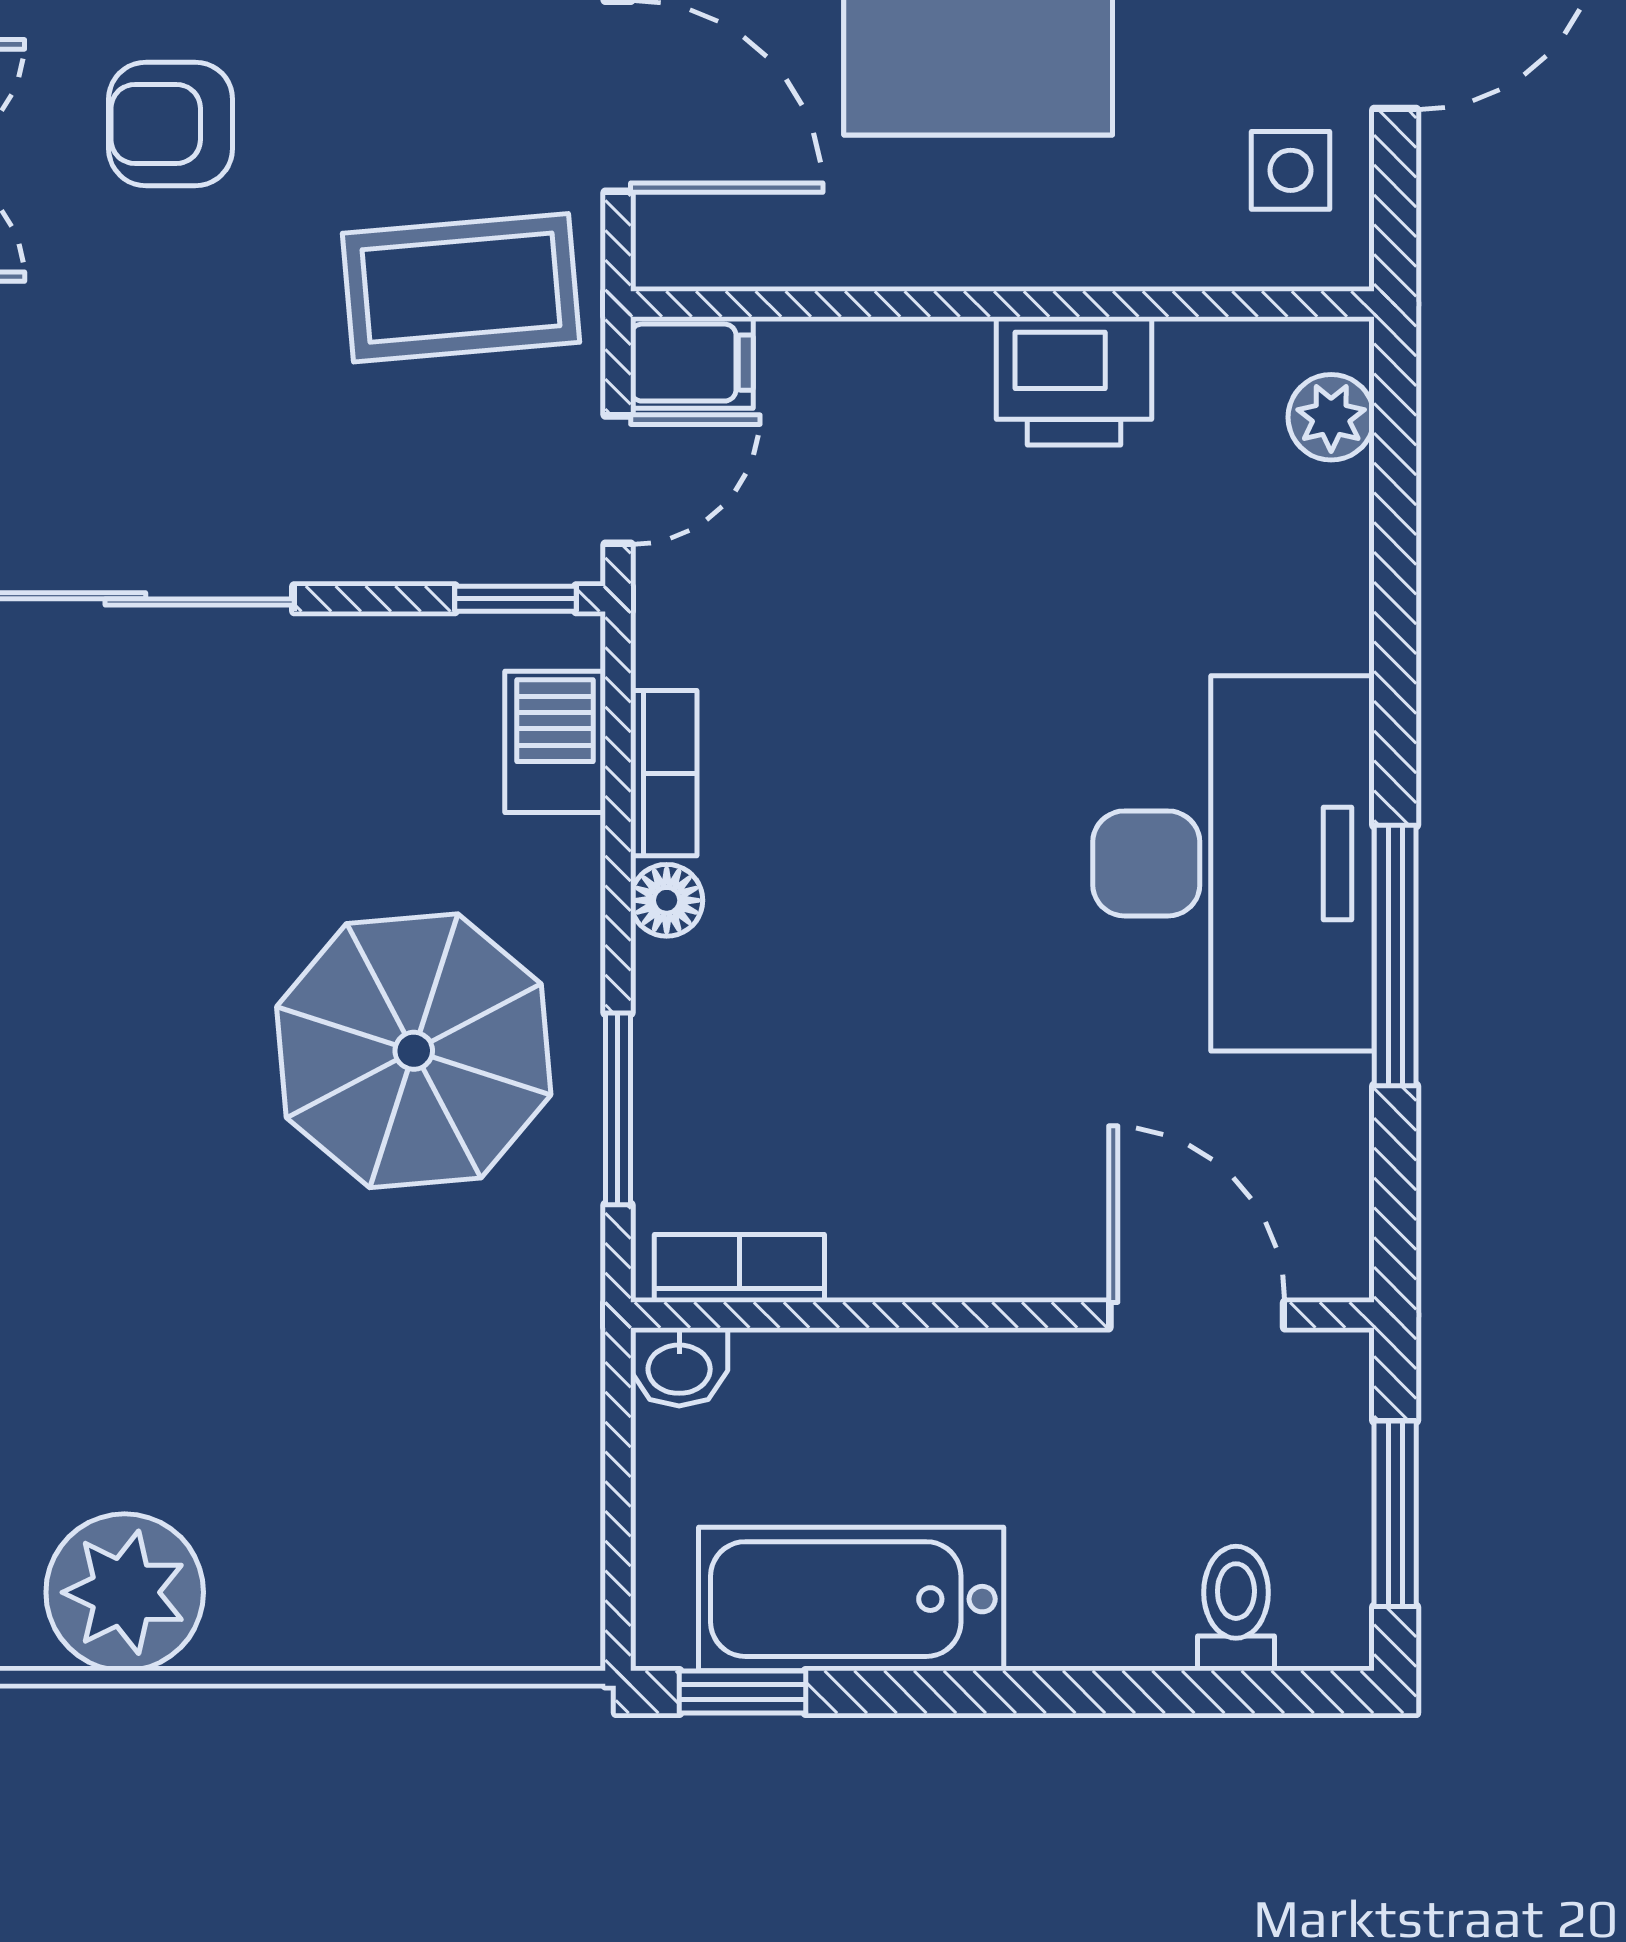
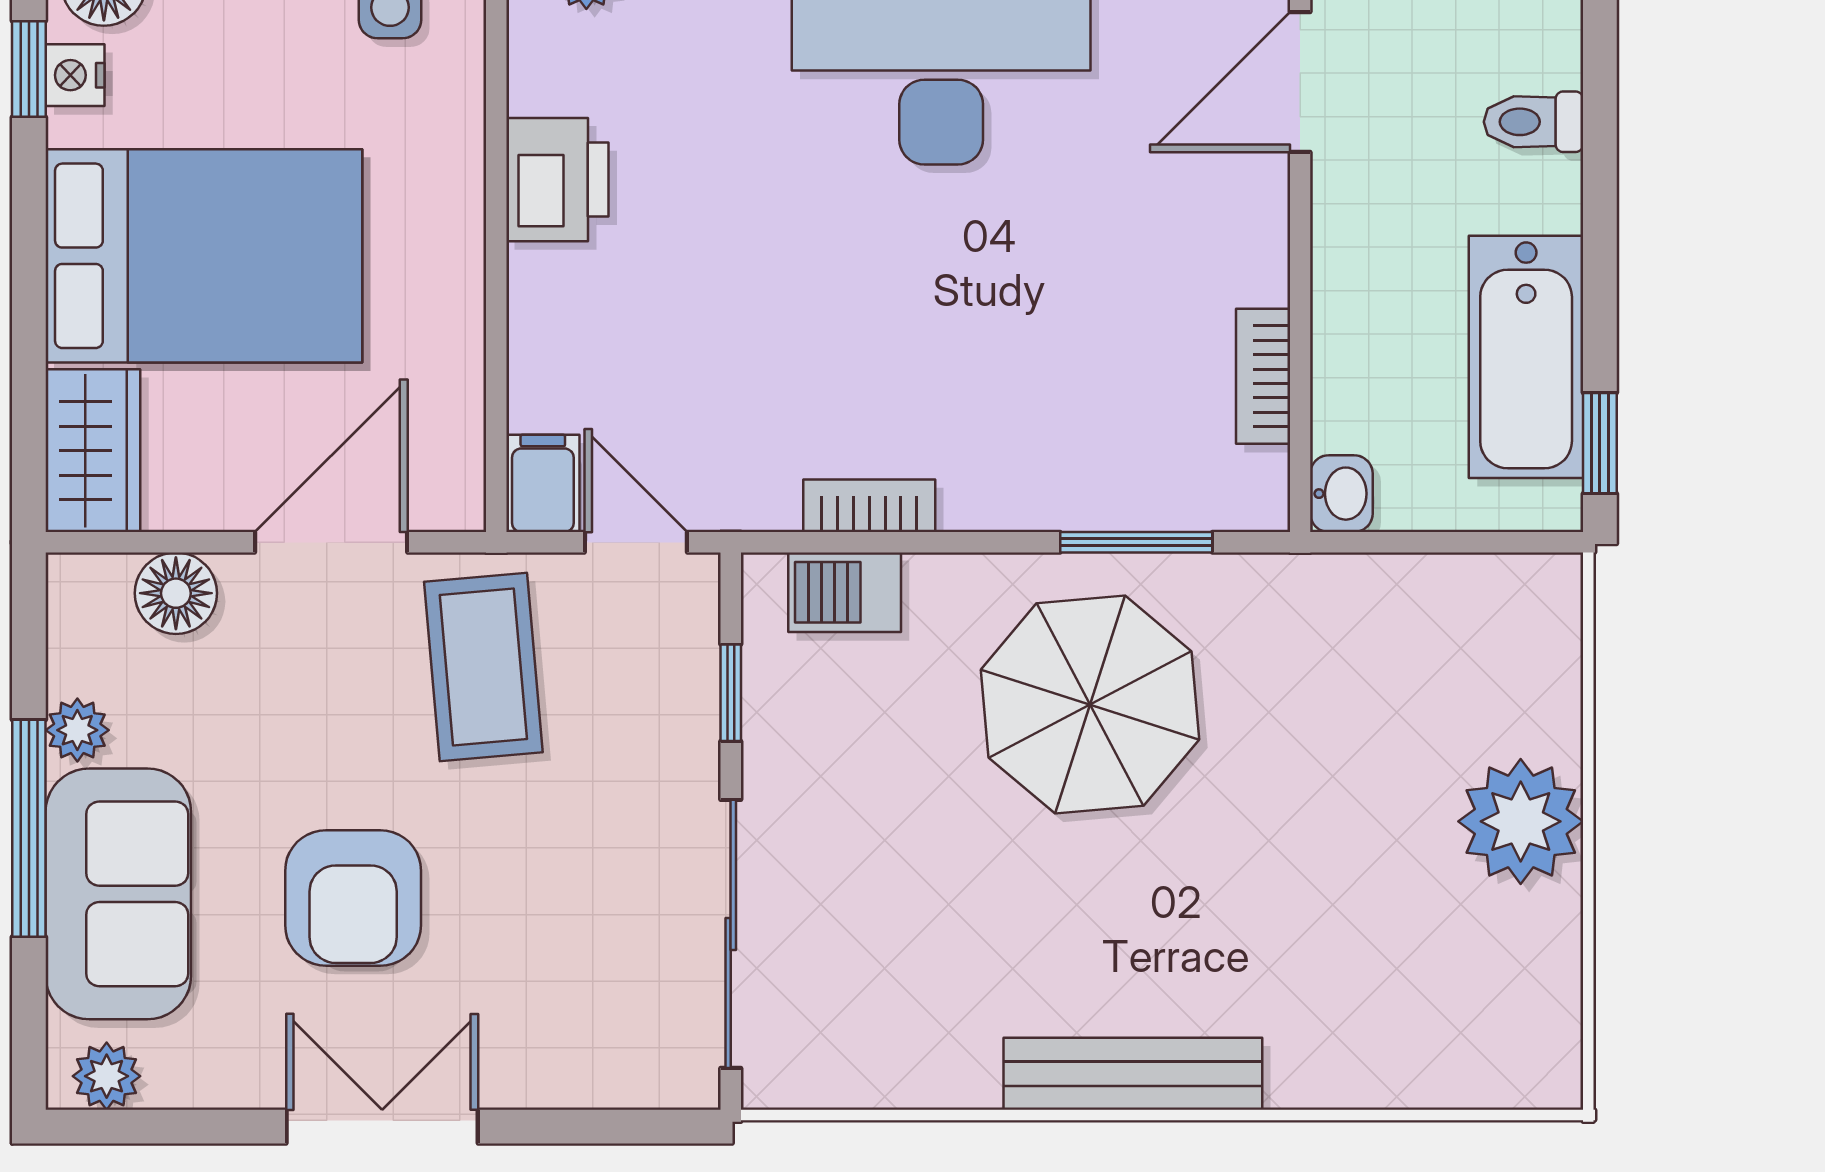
armchair: (171, 124) -> (353, 898), width x1.38, depth x1.38
window: (515, 599) -> (731, 693), moved
floor lamp: (667, 900) -> (970, 503), removed
bookcase: (739, 1268) -> (1263, 376), moved
plant: (125, 1592) -> (1521, 821), moved
toilet: (1236, 1609) -> (1534, 122), moved

